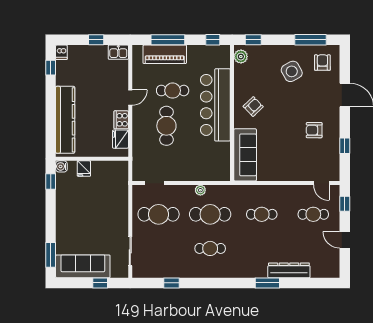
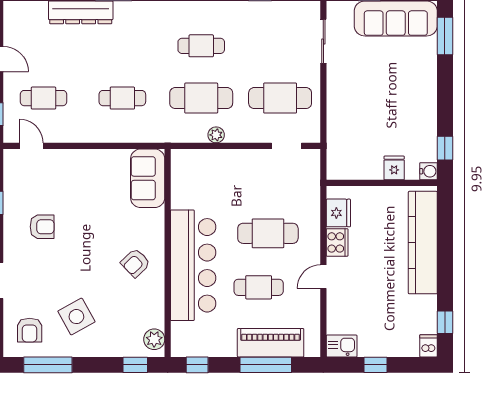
cafe table: (166, 126) -> (268, 233), turned 90
sofa: (245, 155) -> (148, 178), width x0.73

